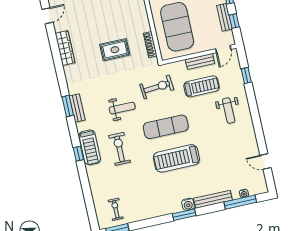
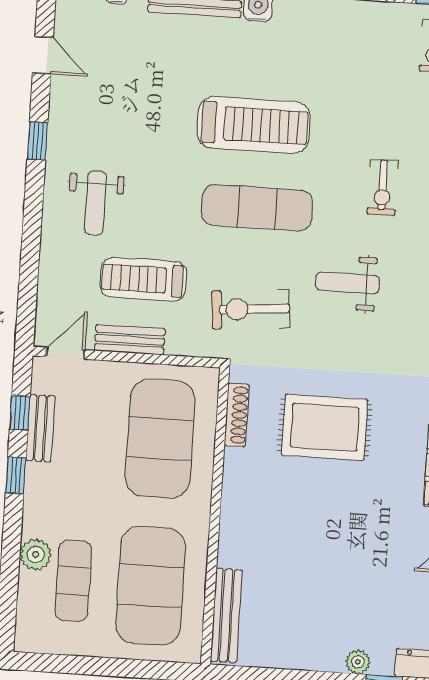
rug: (115, 50) -> (325, 427), width x1.36, depth x1.43
window: (246, 75) -> (37, 141), moved
weight bench: (229, 110) -> (96, 203), turned 180
exercise bike: (120, 149) -> (383, 187), width x0.73, depth x0.72

